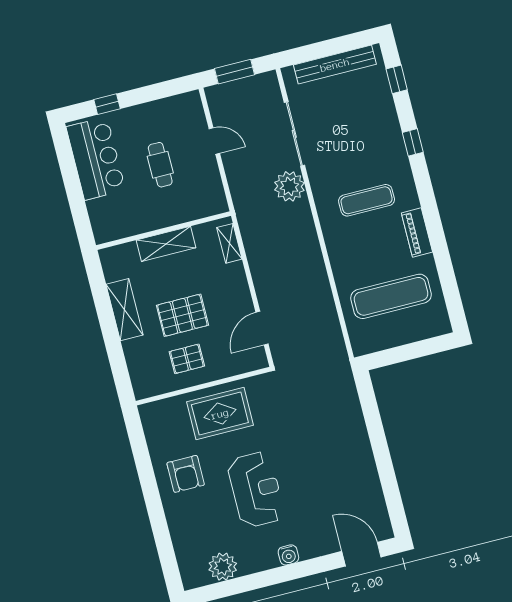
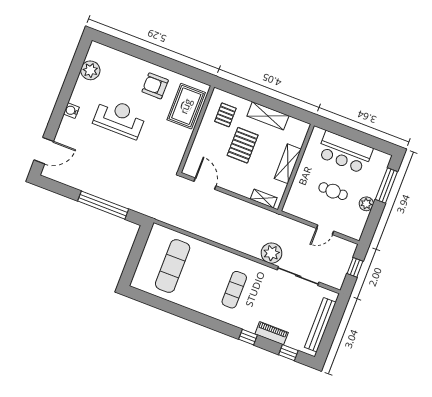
window: (235, 72) -> (355, 267), width x0.67
window: (107, 104) -> (386, 186), width x2.17
plant: (147, 113) -> (366, 204), added
bar counter: (96, 158) -> (345, 152), moved
piano: (417, 233) -> (272, 333), moved
pallet: (187, 359) -> (225, 115), moved
rug: (220, 414) -> (186, 106), moved
window: (377, 434) -> (103, 205), added
reception desk: (256, 489) -> (120, 118), turned 180

